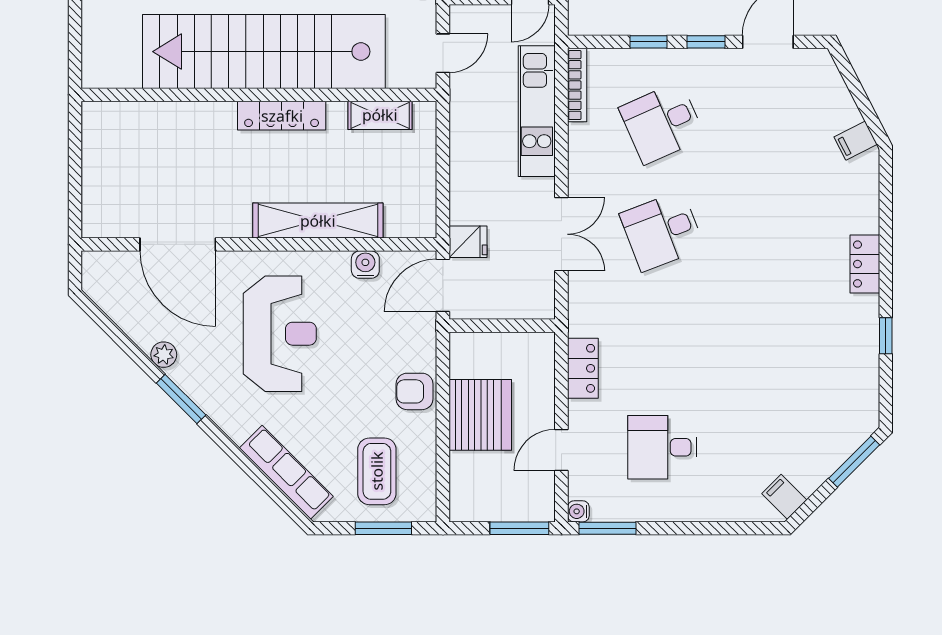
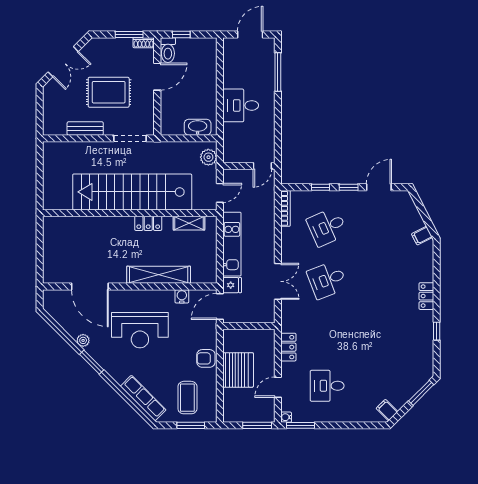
kitchen unit: (537, 111) -> (232, 244), moved, turned 180
locker: (282, 116) -> (148, 223), width x0.66
reception desk: (280, 334) -> (140, 330), turned 90

